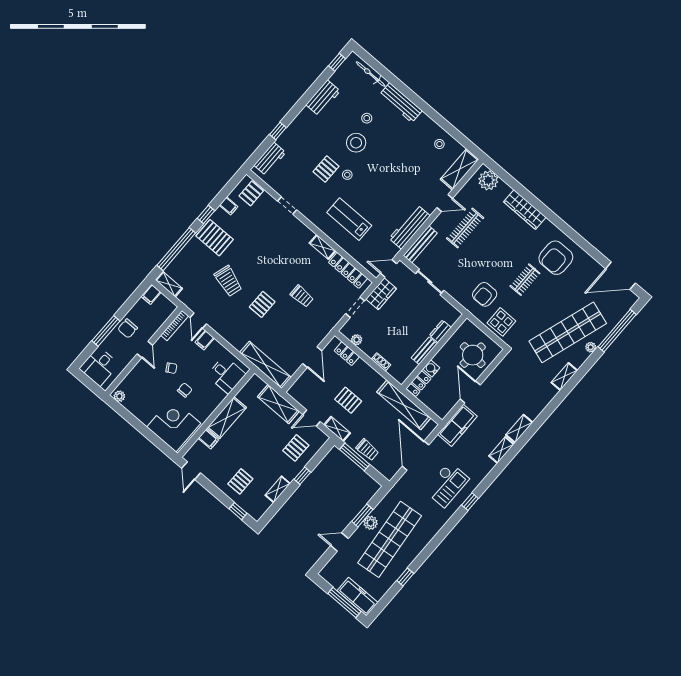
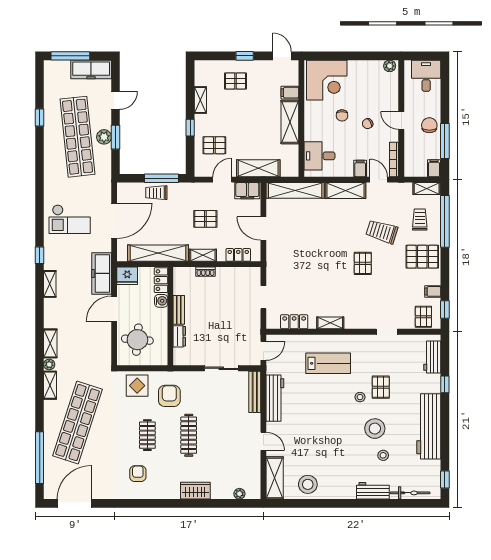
workbench: (323, 98) -> (429, 426), width x1.88, depth x1.32
workbench: (401, 103) -> (373, 491), width x0.73
stool: (439, 144) -> (308, 484), width x1.89, depth x1.89
plant: (488, 180) -> (239, 494), width x0.53, depth x0.53
door: (445, 203) -> (263, 441), swing flipped
wardrobe: (525, 210) -> (195, 491), width x0.67
window: (206, 215) -> (445, 310), moved
clothes rail: (465, 228) -> (189, 435), moved
armchair: (556, 258) -> (138, 474), width x0.53, depth x0.53
locker: (348, 270) -> (294, 322), width x0.66
wardrobe: (381, 294) -> (252, 326), removed
trolley: (302, 296) -> (420, 220), moved, turned 90
pallet: (262, 304) -> (363, 263), moved
window: (106, 331) -> (445, 141), moved
shelving: (229, 333) -> (346, 191), added
plant: (357, 340) -> (240, 273), removed
plant: (591, 347) -> (49, 365), moved
door: (470, 392) -> (114, 309), swing flipped
filing cabinet: (300, 394) -> (247, 191), added
fridge: (440, 408) -> (127, 276), added
shelving: (337, 429) -> (203, 255), moved
shelving: (519, 429) -> (50, 343), moved
pallet: (296, 448) -> (214, 145), turned 90
door: (416, 456) -> (114, 221), hinge flipped
pallet: (240, 481) -> (235, 81), turned 90
checkout: (447, 485) -> (70, 219), turned -90
window: (470, 502) -> (40, 255), moved
window: (238, 511) -> (245, 56), moved
freezer: (357, 597) -> (91, 69), moved

